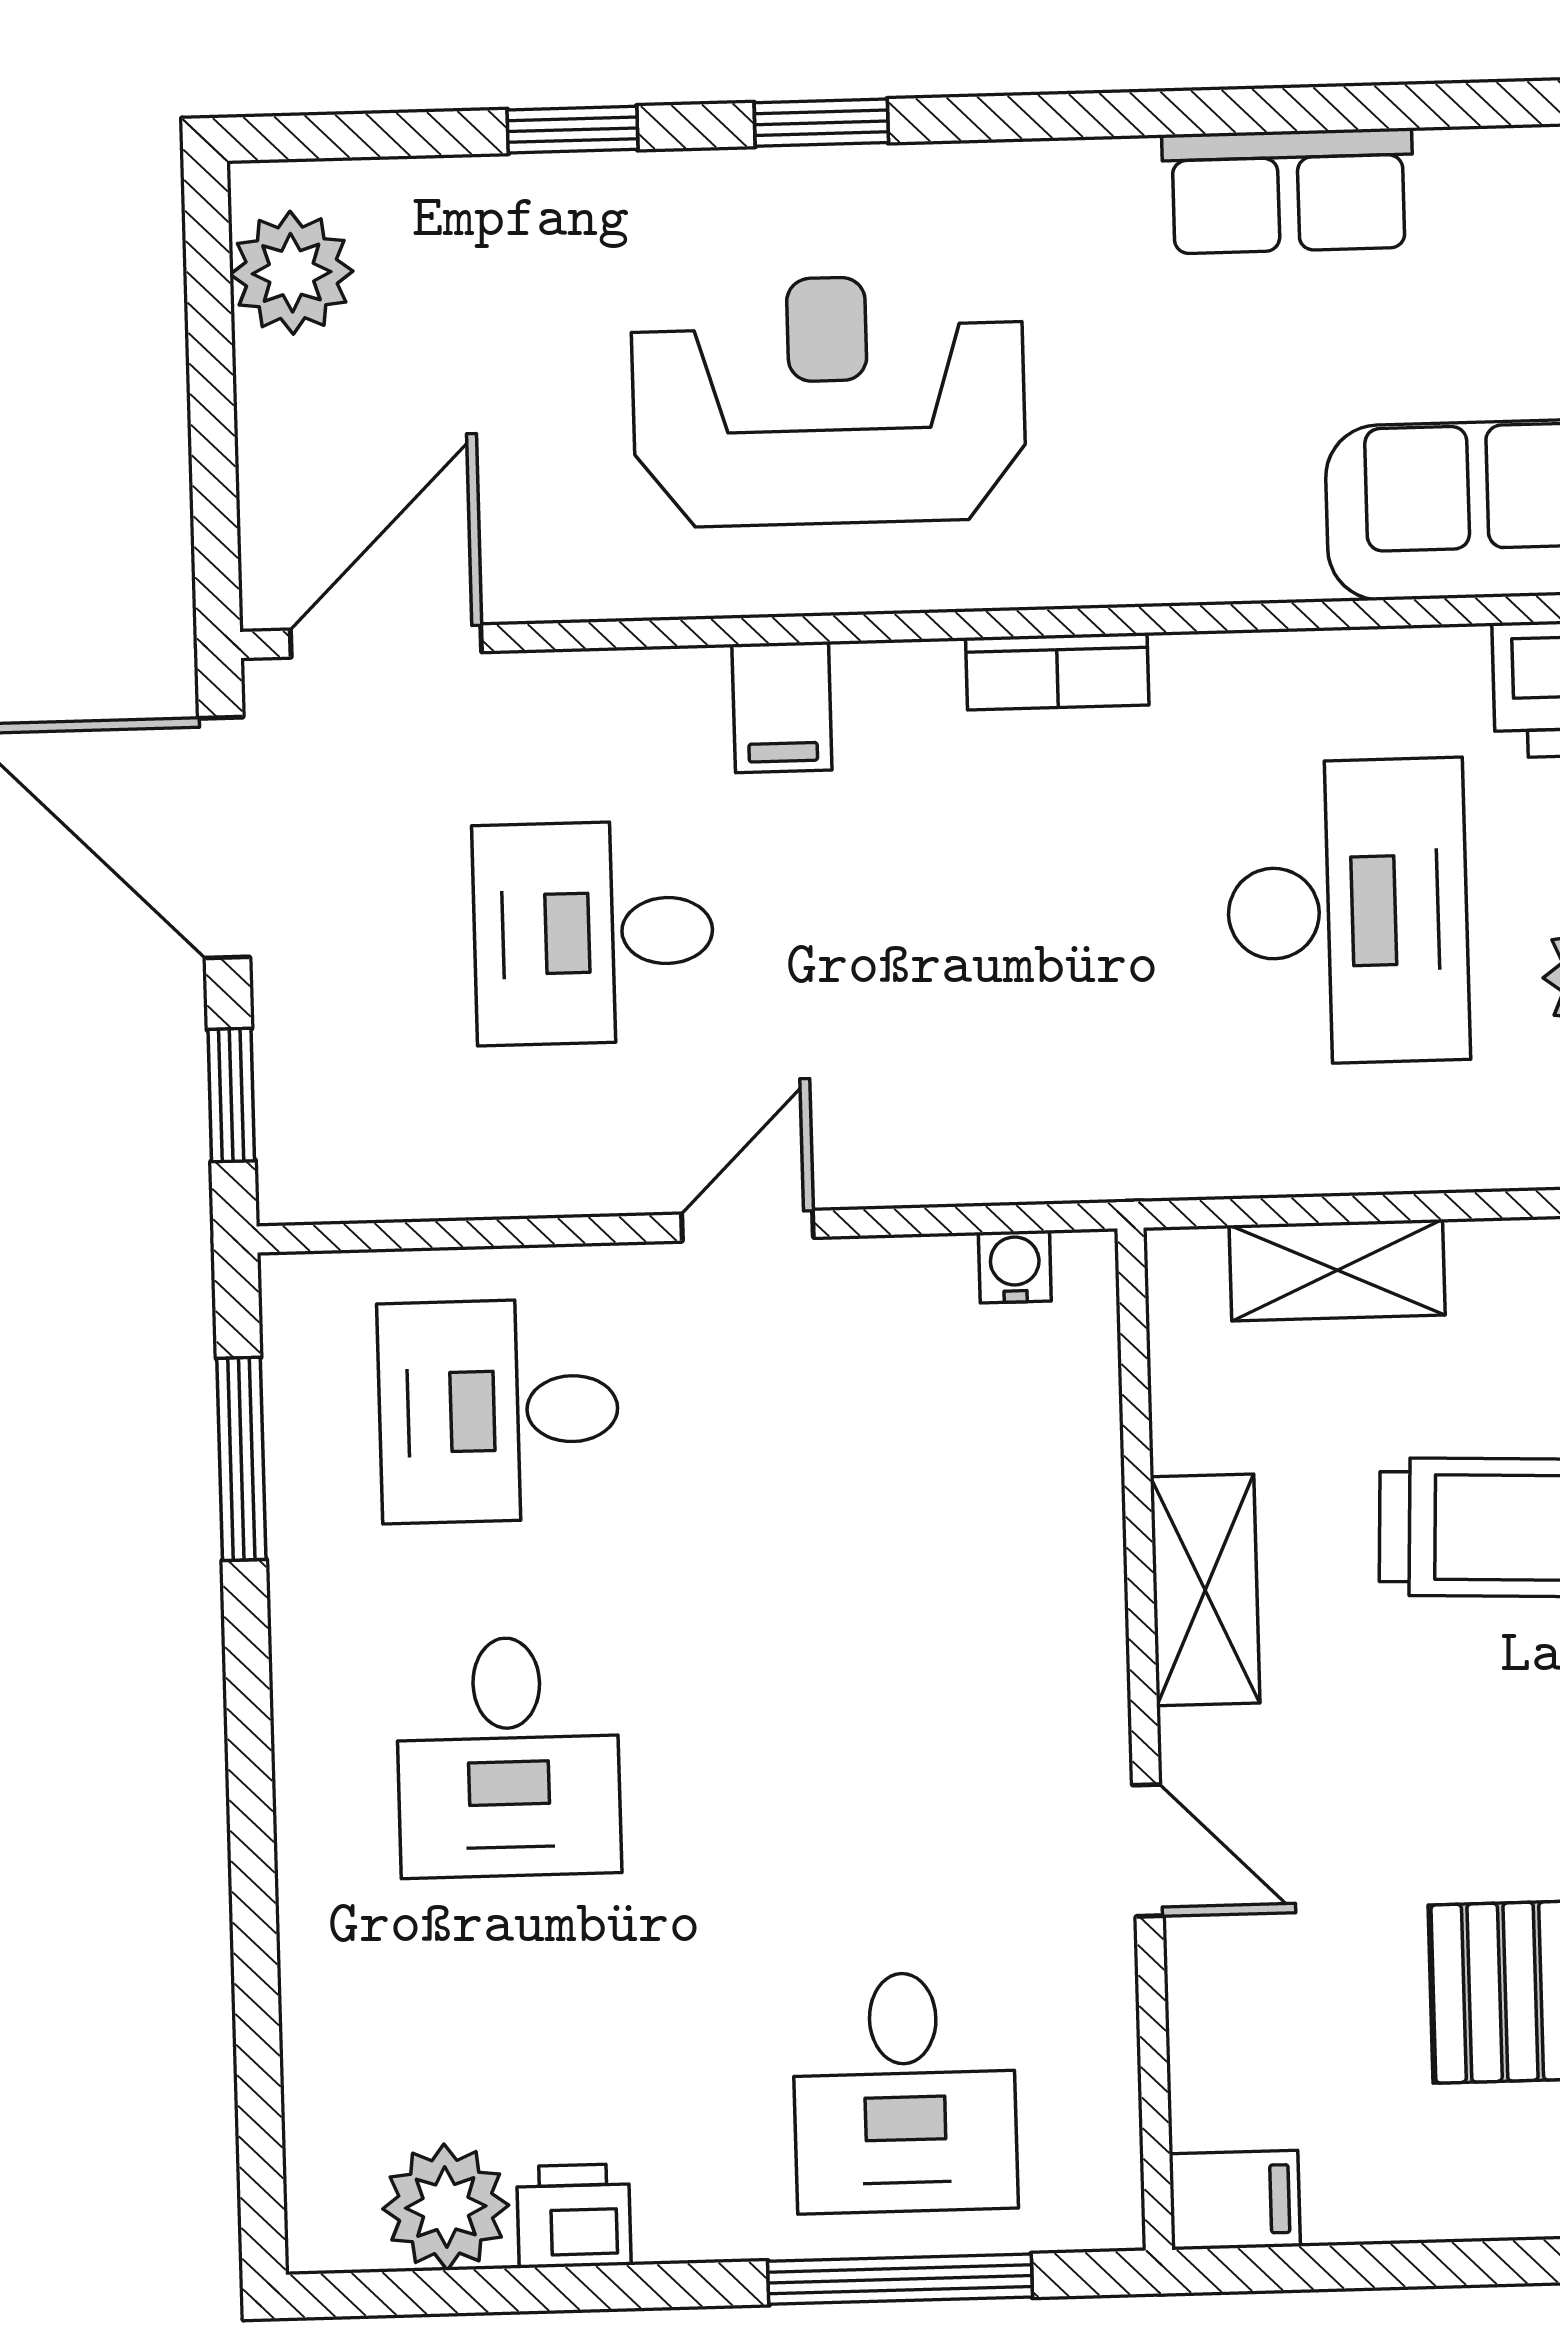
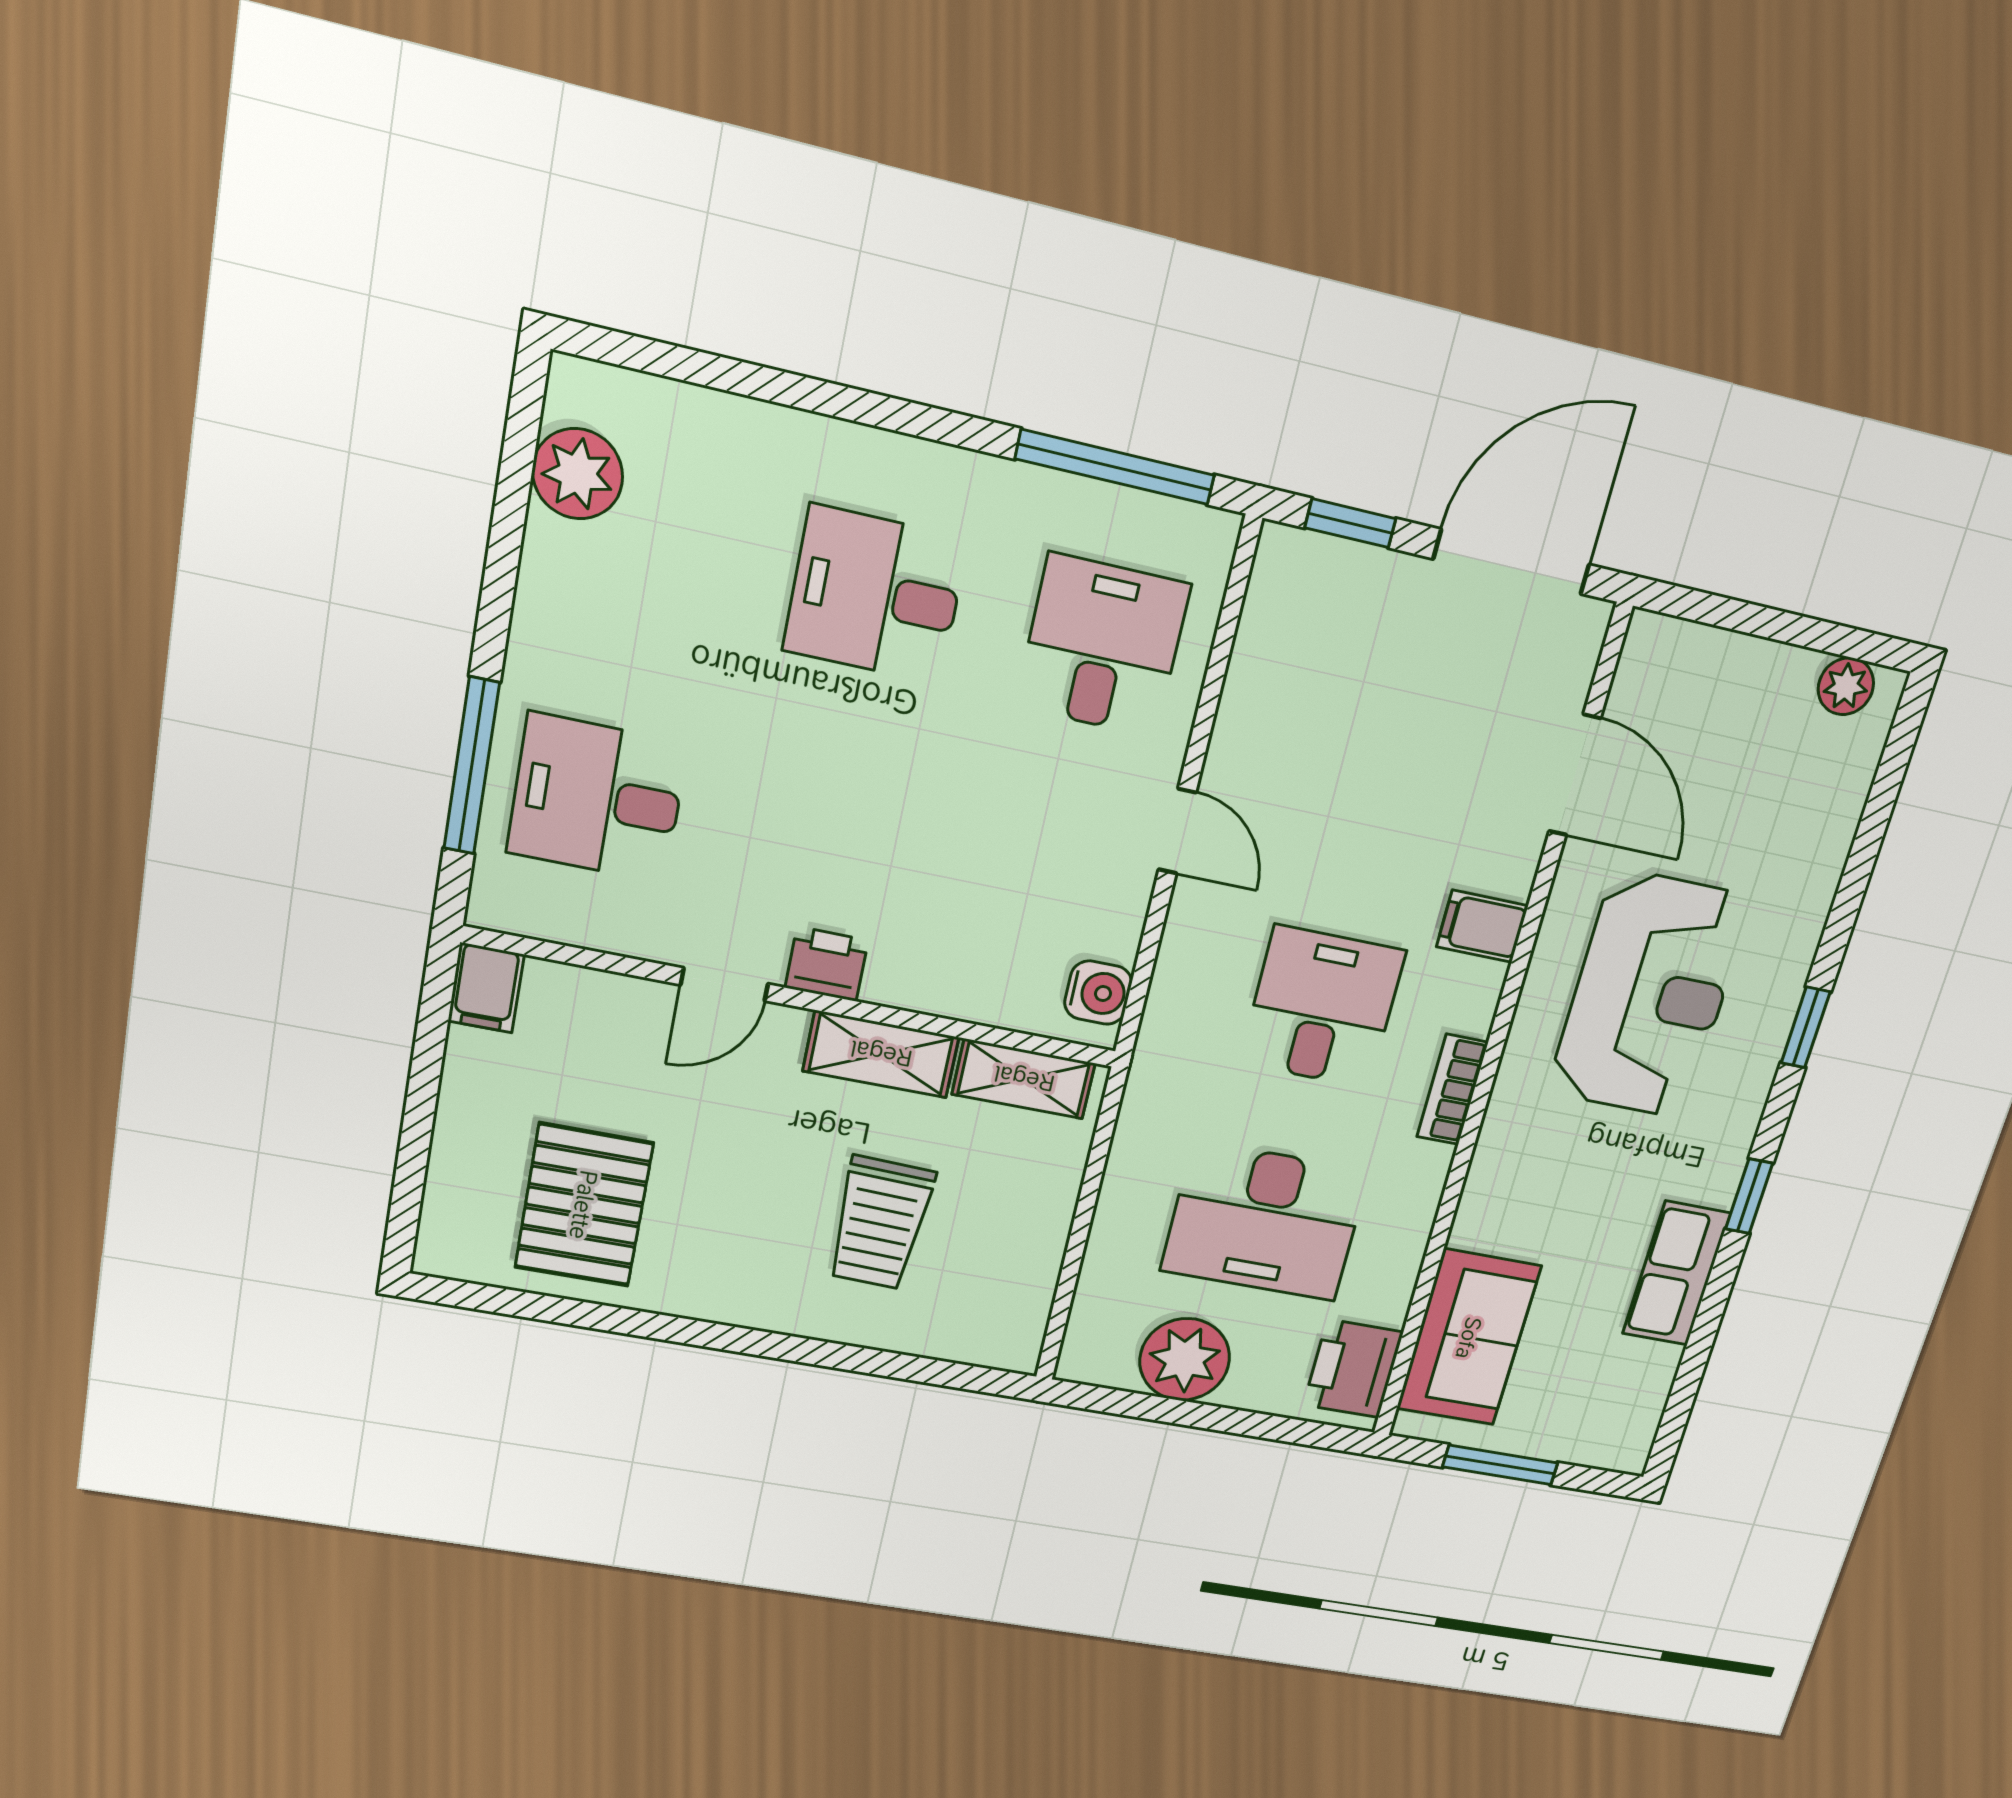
window: (572, 130) -> (1749, 1196), moved
plant: (292, 273) -> (1846, 686), width x0.73, depth x0.73
door: (386, 641) -> (1575, 775), moved
desk: (593, 933) -> (1322, 1007), moved
water cooler: (1015, 1267) -> (1098, 993), width x1.38, depth x1.38
shelving: (1337, 1270) -> (1024, 1079), moved, turned 90
window: (241, 1459) -> (1115, 467), width x1.44
printer: (574, 2216) -> (827, 964), moved, turned -90

